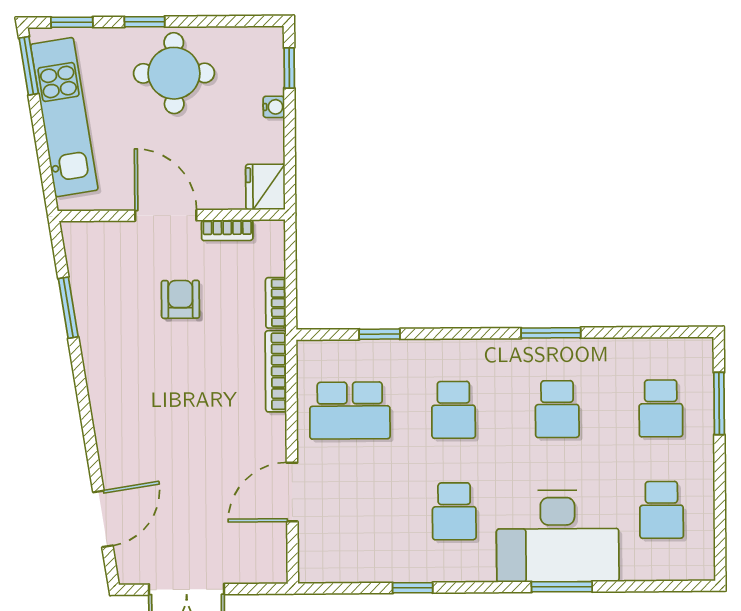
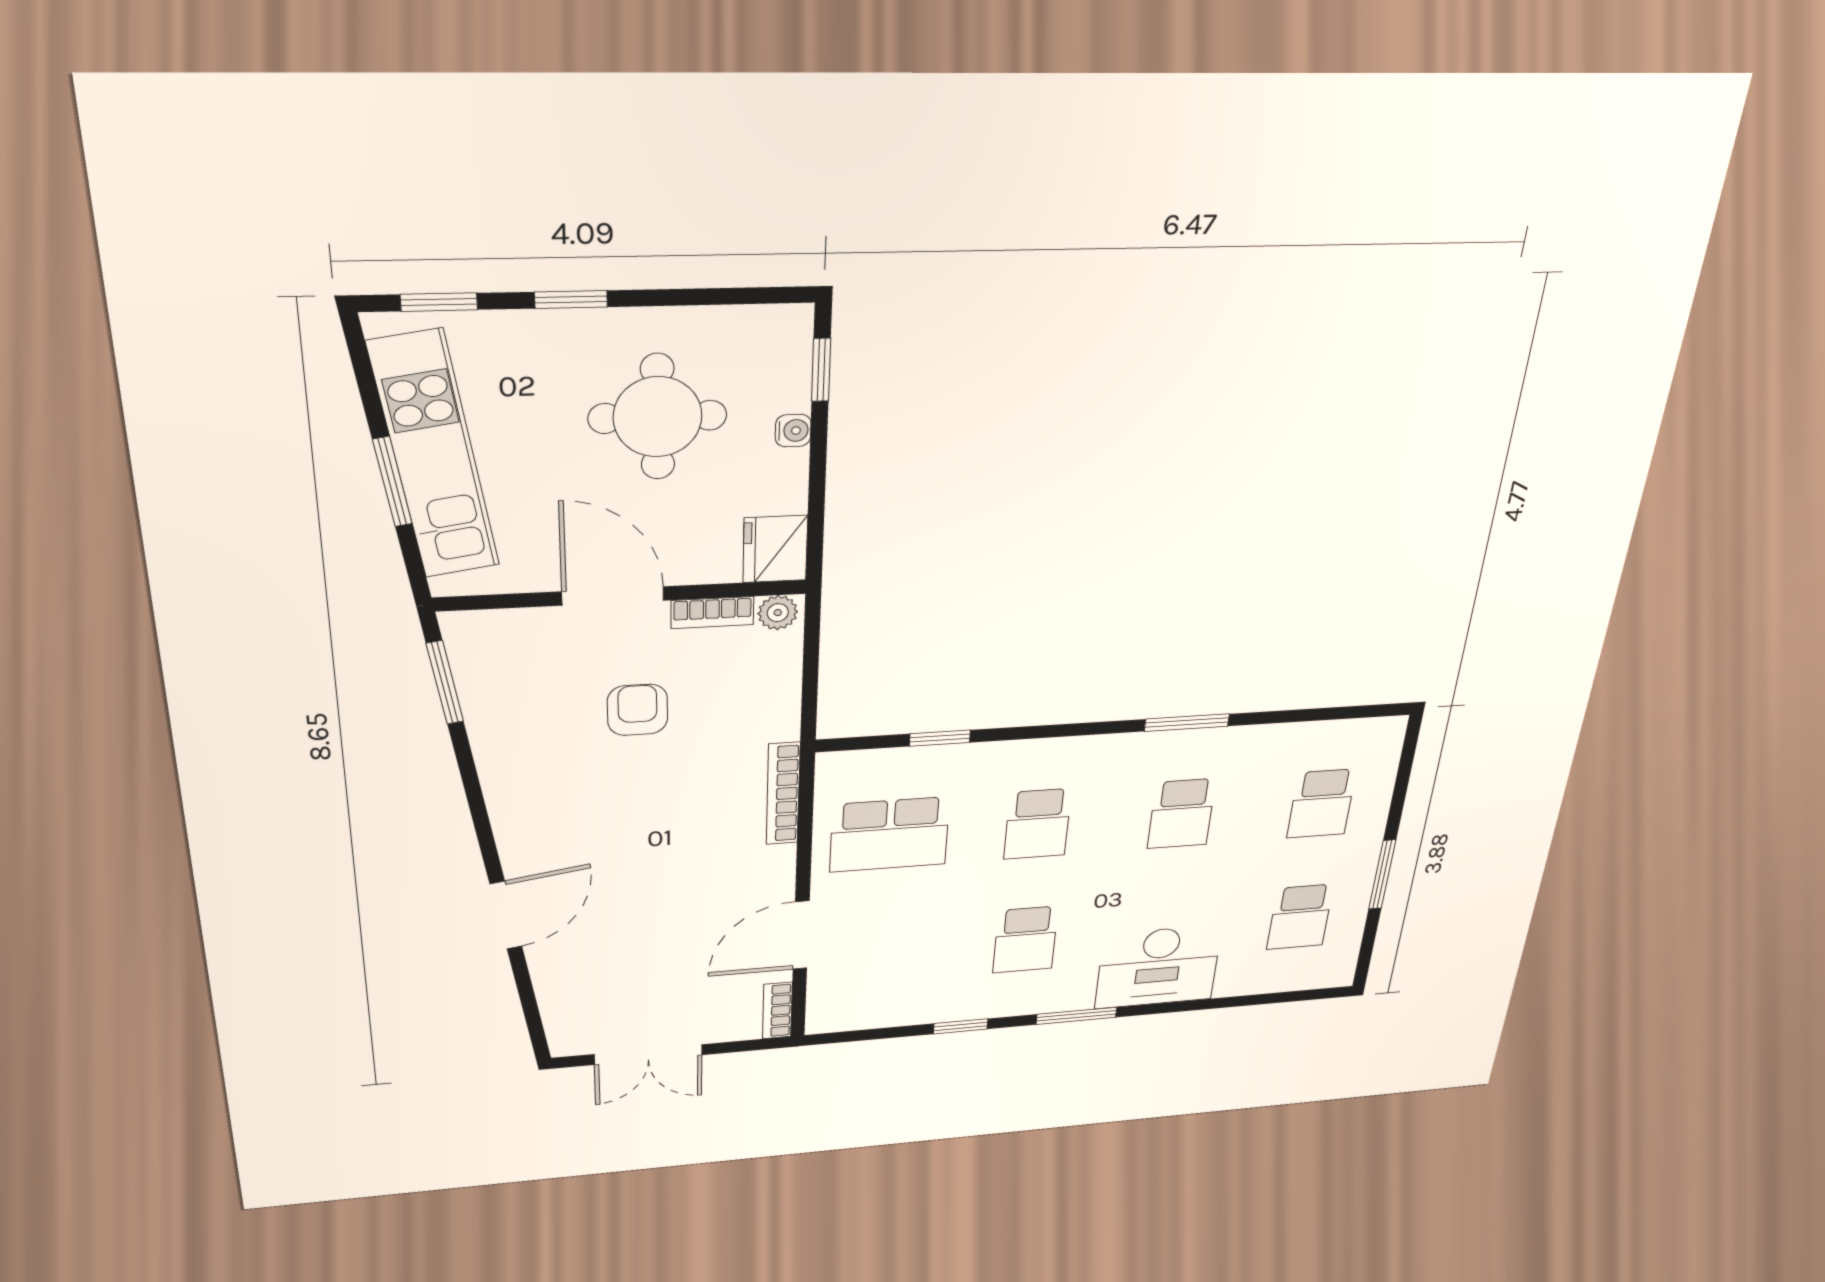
window: (29, 66) -> (392, 482), moved
round table: (174, 73) -> (658, 417), moved
plant: (268, 232) -> (778, 613), added
bookcase: (276, 303) -> (777, 1011), moved
window: (68, 308) -> (445, 683), moved
window: (719, 404) -> (1382, 875), moved
door: (103, 519) -> (506, 915), moved
desk: (558, 536) -> (1158, 967), width x0.73, depth x0.77
window: (562, 587) -> (1077, 1016), moved

